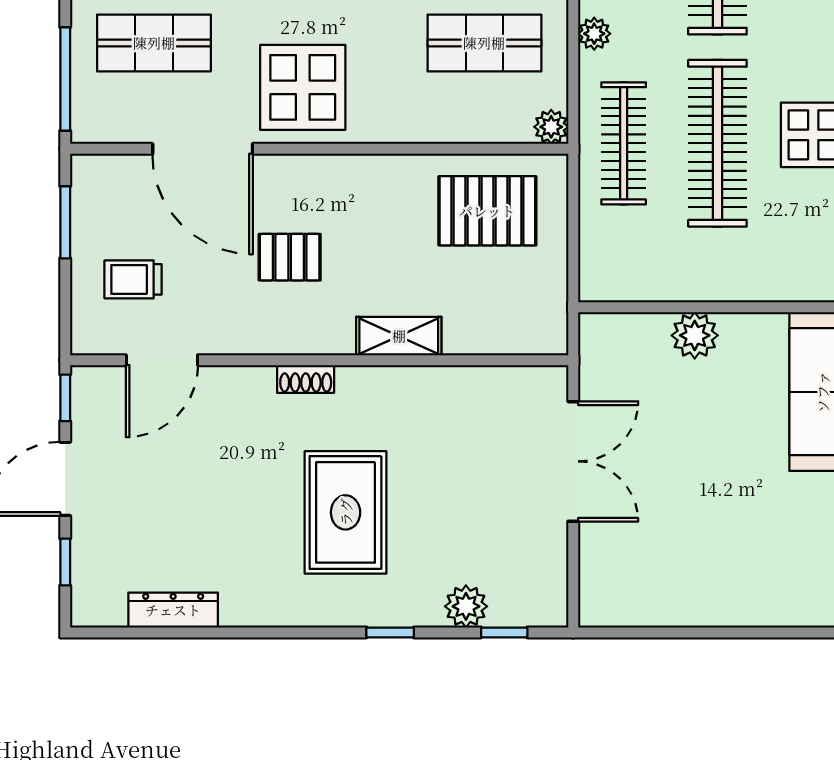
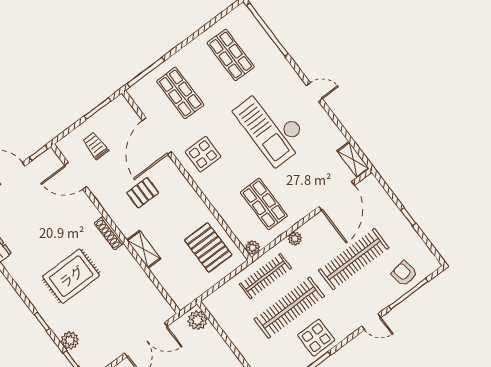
display table: (303, 87) -> (203, 154), width x0.73, depth x0.73
pallet: (290, 257) -> (143, 193), turned 90
plant: (695, 335) -> (197, 320), moved
shoe rack: (306, 379) -> (109, 233), width x1.43

